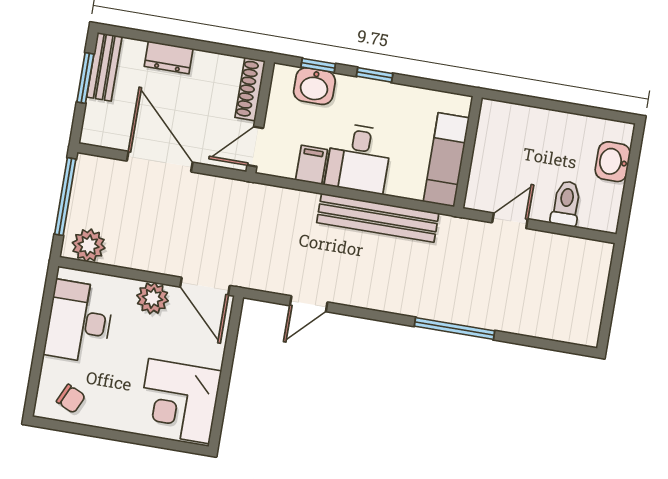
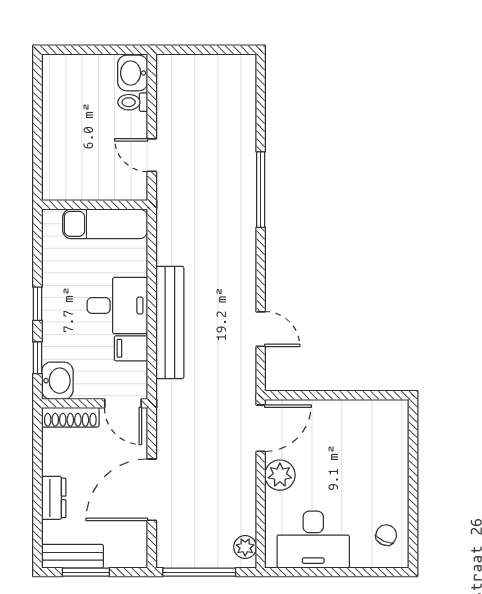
washbasin: (314, 86) -> (57, 381), moved
washbasin: (613, 162) -> (133, 73), moved, turned 90
toilet: (566, 204) -> (133, 102), width x0.73, depth x0.72
bench: (378, 218) -> (170, 322), moved
plant: (89, 245) -> (245, 547), width x0.73, depth x0.73
corner desk: (179, 401) -> (371, 434), removed

